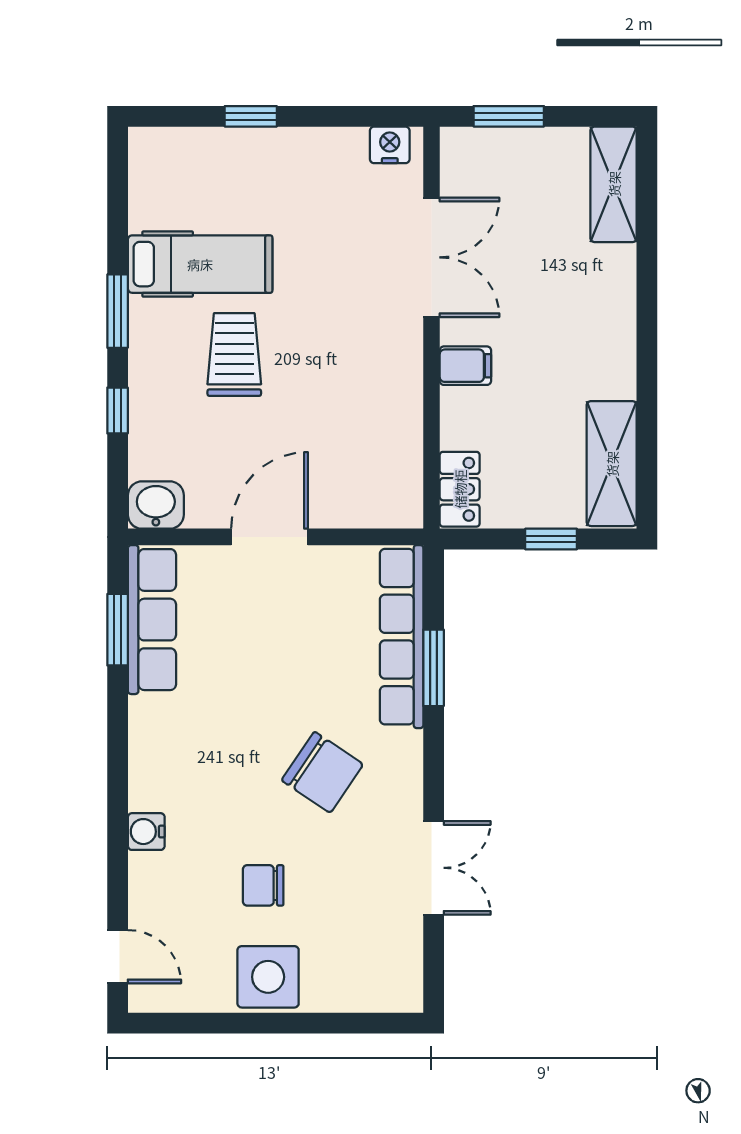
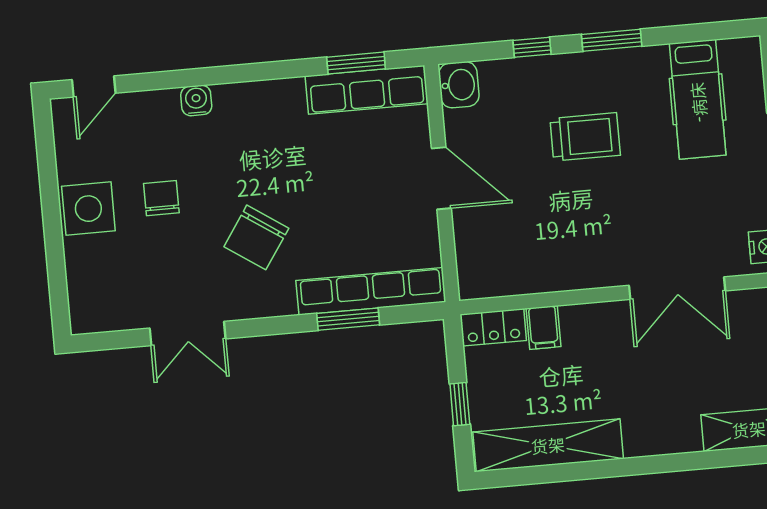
hospital bed: (200, 264) -> (698, 99), moved
filing cabinet: (465, 366) -> (543, 327), moved
shelving: (612, 464) -> (548, 445), width x1.47

